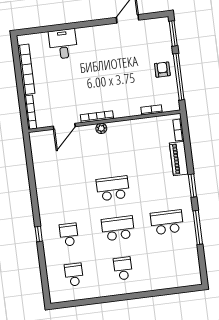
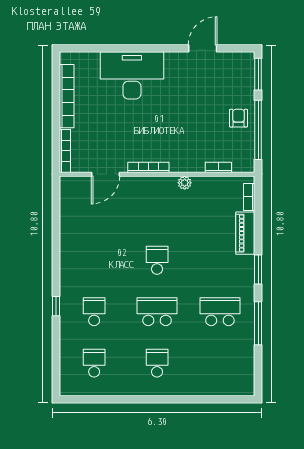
desk: (63, 44) -> (132, 75), width x1.87, depth x1.30
plant: (101, 128) -> (185, 183), moved
school desk: (113, 188) -> (157, 260), width x0.54

